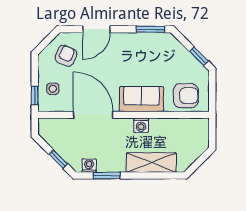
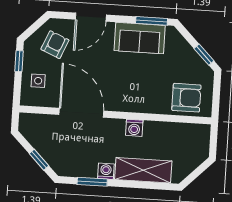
window: (35, 95) -> (19, 61), moved
sofa: (141, 99) -> (140, 38), moved, turned 180
washing machine: (89, 166) -> (106, 171), moved

